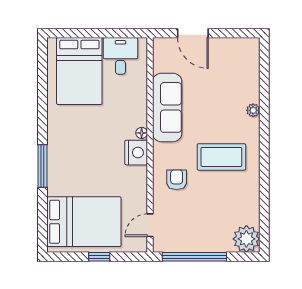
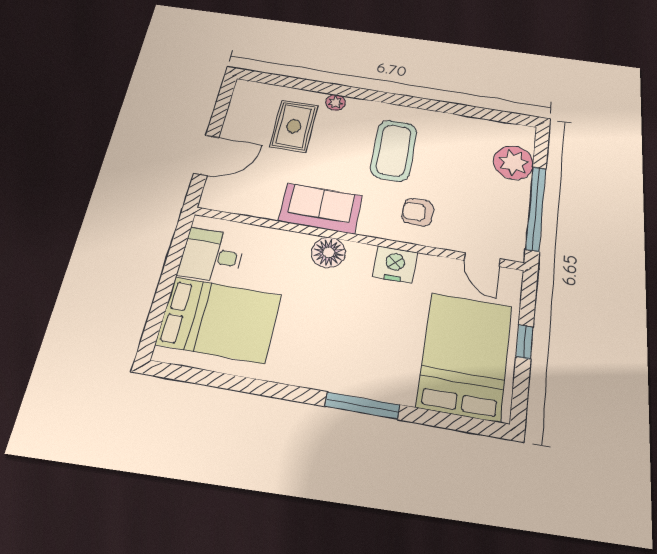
rug: (228, 86) -> (294, 126), added
sofa: (167, 107) -> (320, 208), width x0.73
floor lamp: (142, 133) -> (329, 252), width x1.89, depth x1.89
nightstand: (136, 153) -> (395, 264), moved
plant: (246, 239) -> (514, 163), moved

